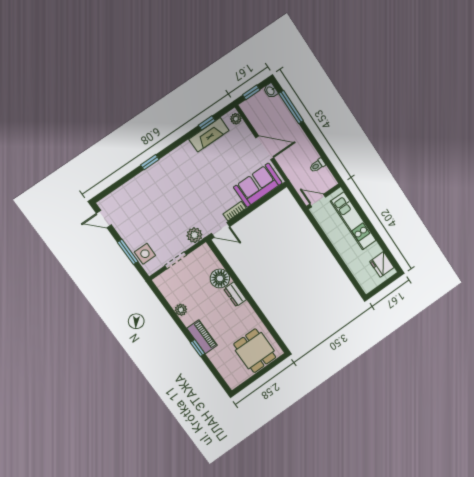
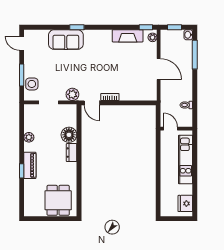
window: (207, 123) -> (146, 27), moved
sofa: (258, 185) -> (66, 40), moved, turned 180

